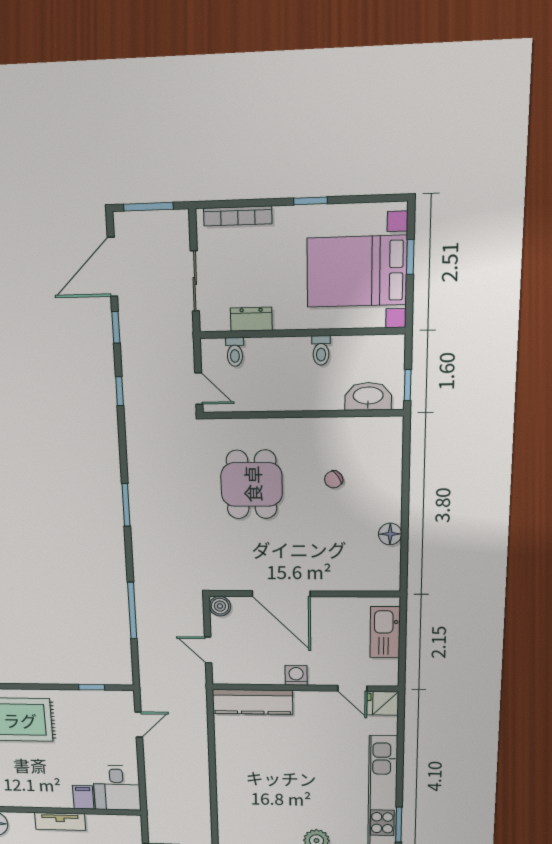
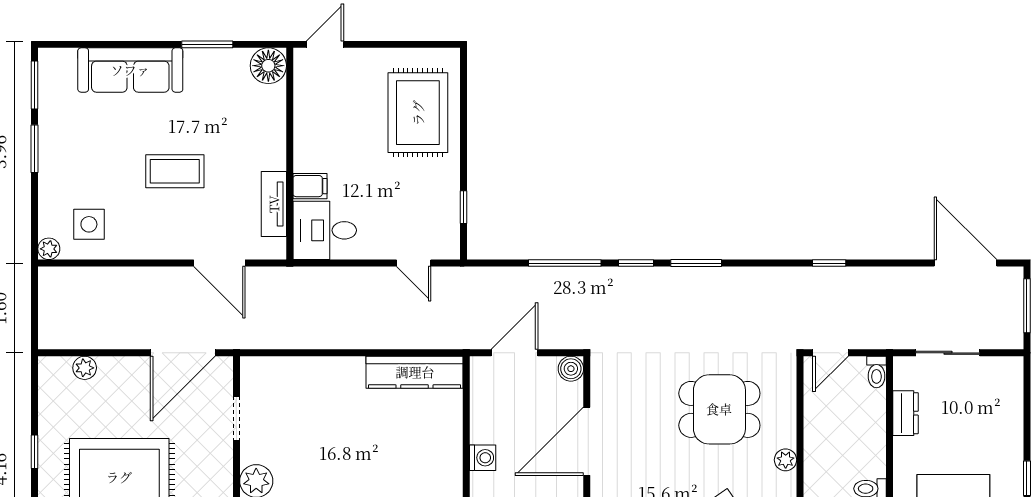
bookcase: (238, 216) -> (1014, 401), removed
window: (116, 327) -> (636, 263), moved
toilet: (235, 352) -> (876, 372), moved, turned -90
plant: (295, 427) -> (786, 460), added
door: (208, 650) -> (514, 353), width x1.38
kitchen counter: (252, 702) -> (415, 372), moved, turned -90
tv unit: (60, 821) -> (274, 204), moved

